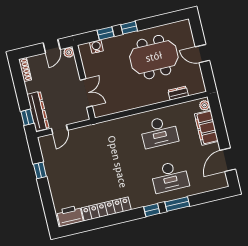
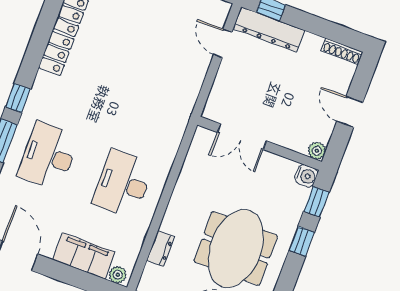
plant: (69, 52) -> (317, 151), moved
wall: (84, 82) -> (260, 143), moved
double door: (86, 93) -> (242, 137), moved

